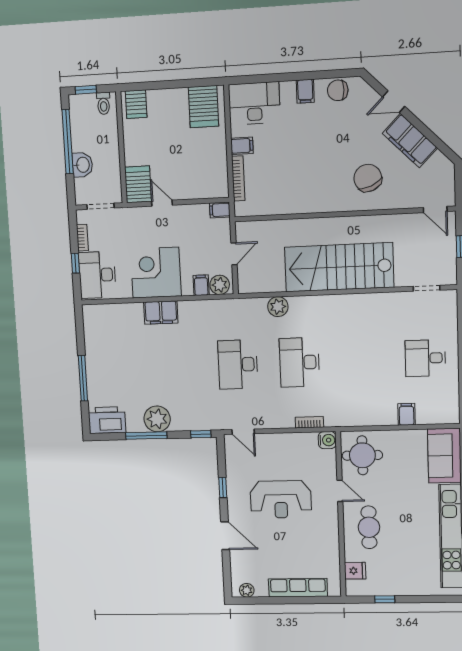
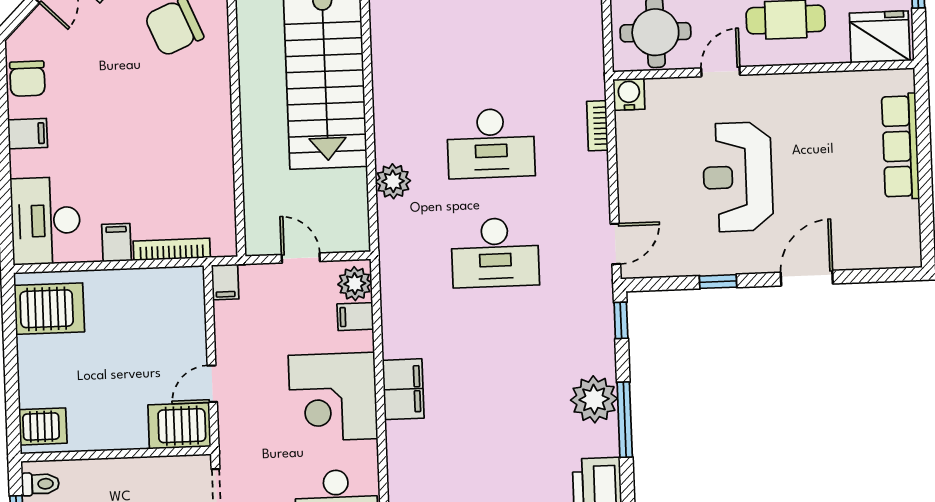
reception desk: (281, 499) -> (738, 177), turned 180
fridge: (355, 571) -> (880, 37), width x1.88, depth x1.34
plant: (247, 590) -> (908, 239), removed

